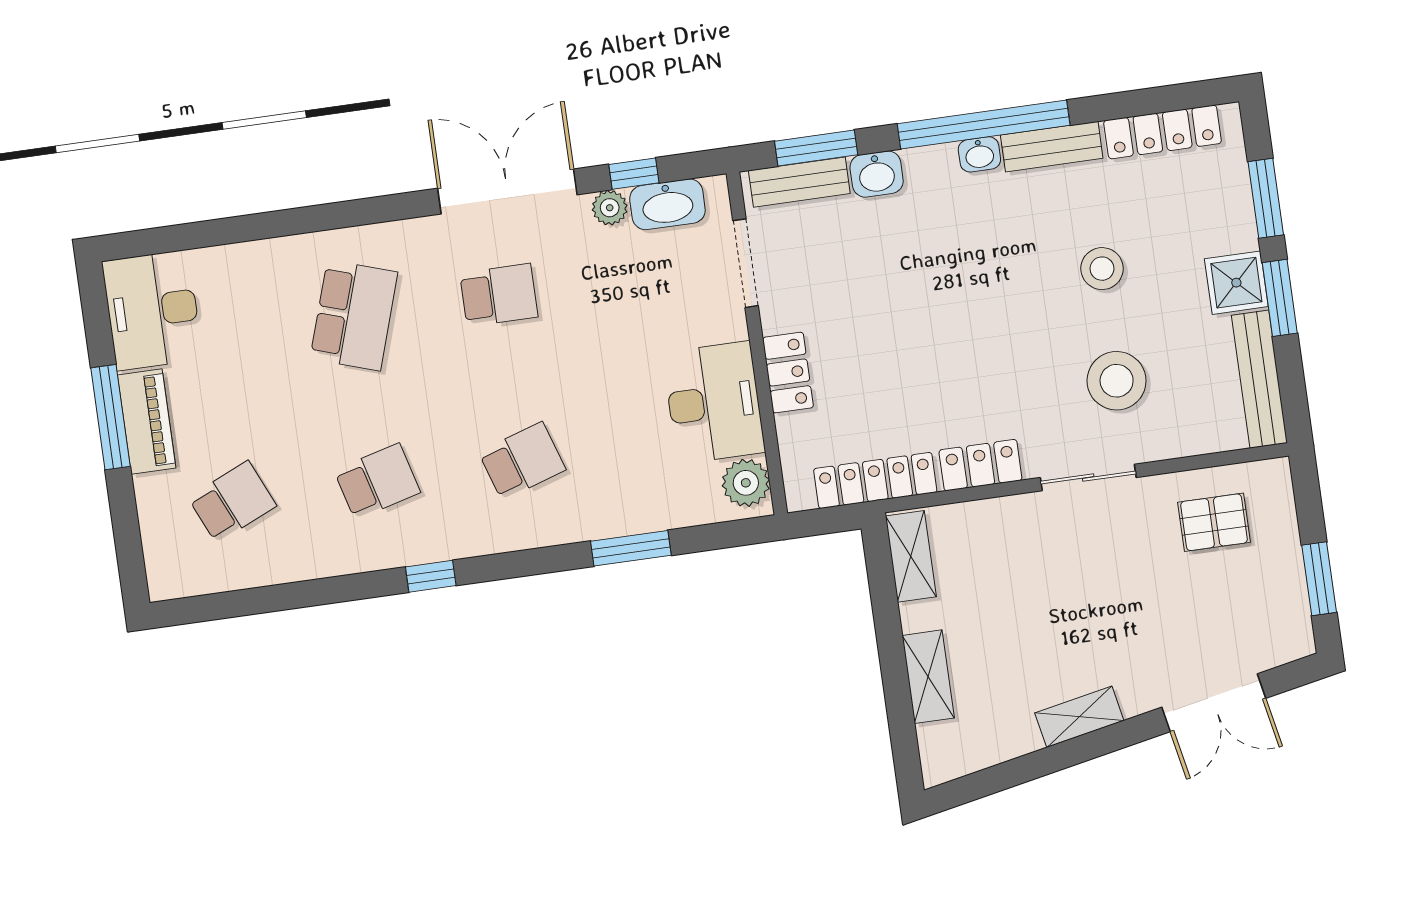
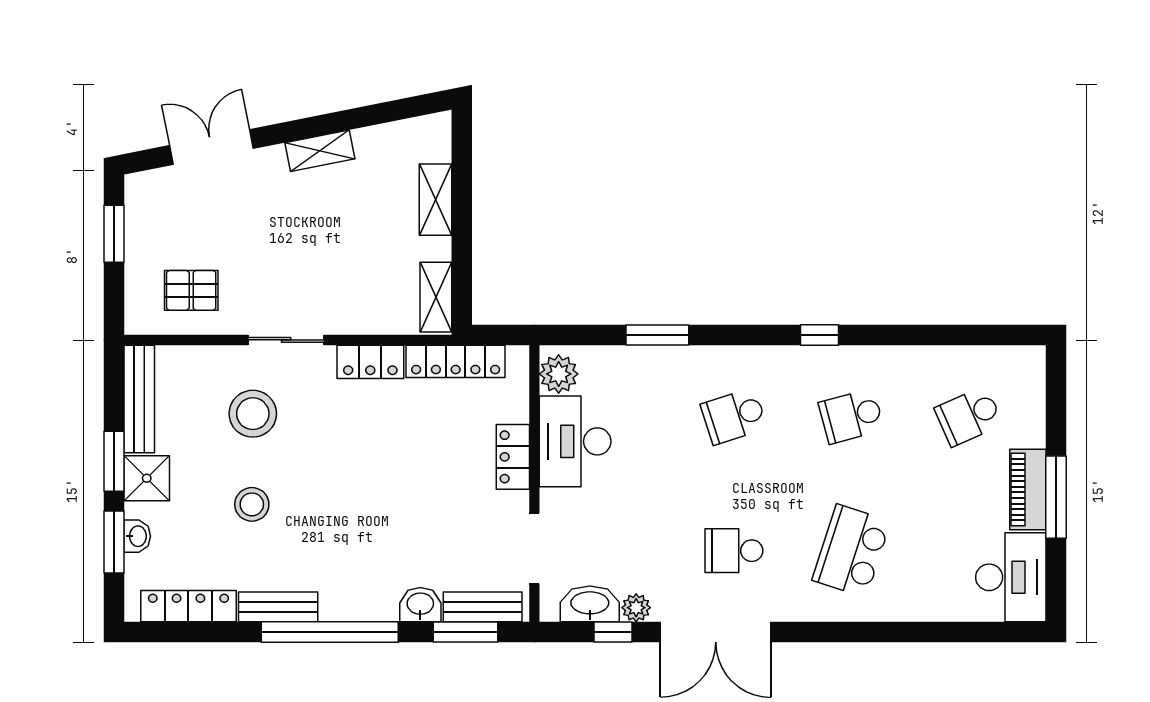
washbasin: (979, 154) -> (137, 536), moved, turned 90

